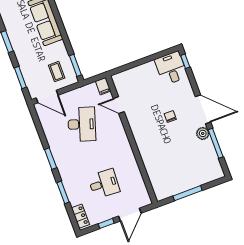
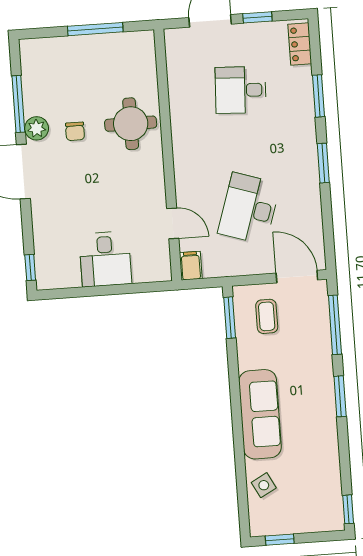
desk: (171, 68) -> (105, 259), moved
window: (20, 78) -> (335, 325), width x1.44
chair: (170, 117) -> (75, 131), moved
round table: (155, 150) -> (131, 124), added

